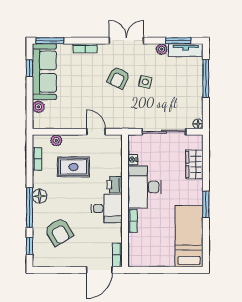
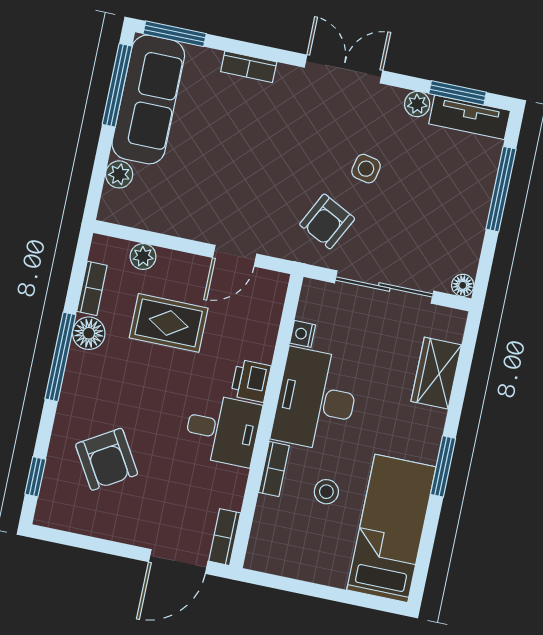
window: (29, 68) -> (117, 85), width x2.17
armchair: (118, 78) -> (327, 221), moved
door: (96, 132) -> (235, 256), swing flipped
floor lamp: (40, 196) -> (89, 333), moved
window: (29, 207) -> (60, 357), moved
stool: (157, 226) -> (326, 492), added

